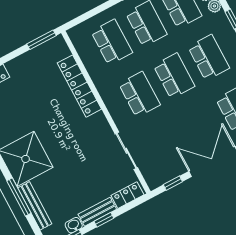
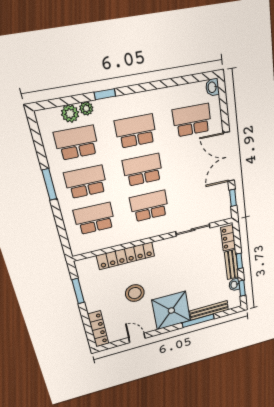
window: (42, 40) -> (78, 291), moved
stool: (38, 109) -> (135, 293), added

